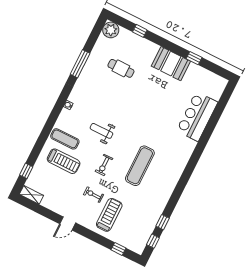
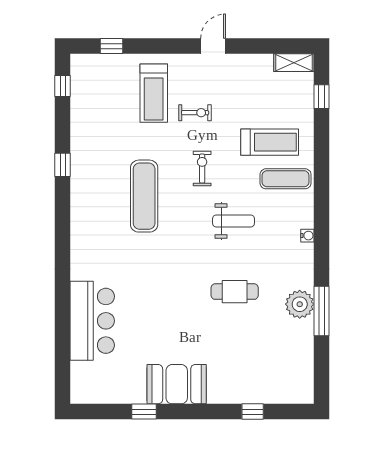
plant: (111, 30) -> (300, 304), moved
cafe table: (121, 68) -> (235, 292), moved
treadmill: (64, 161) -> (270, 142), turned 180
window: (163, 222) -> (63, 165), moved

